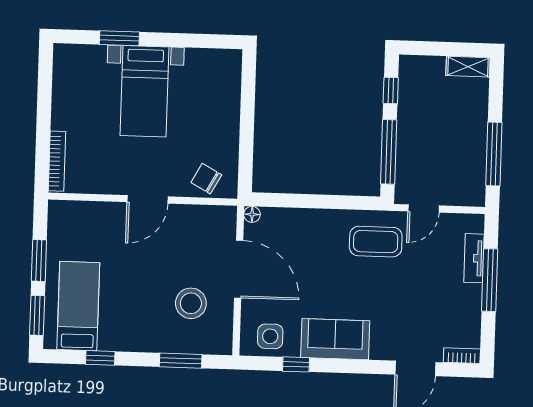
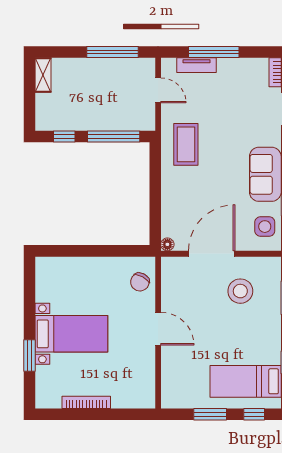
bookcase: (57, 161) -> (86, 402), moved
door: (424, 208) -> (158, 90), moved
window: (37, 315) -> (254, 414), width x0.67

